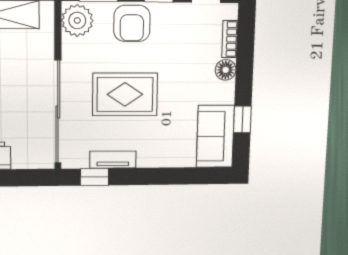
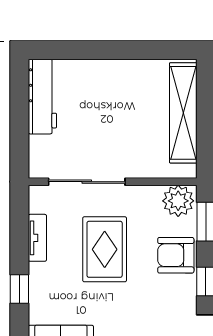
sliding door: (58, 112) -> (87, 182), width x0.73
window: (94, 177) -> (19, 289), moved

